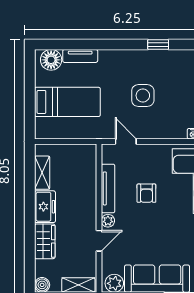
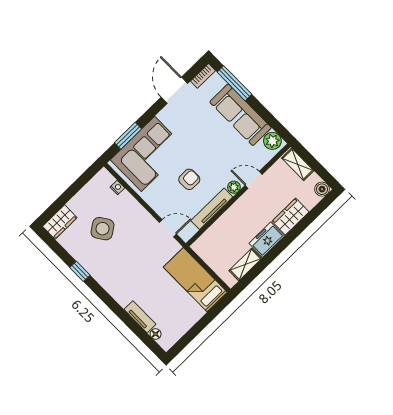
floor lamp: (51, 60) -> (156, 334), width x0.53, depth x0.53
side table: (143, 96) -> (102, 229), moved, turned -34
bed: (67, 102) -> (195, 280), moved
door: (126, 141) -> (168, 228), swing flipped

